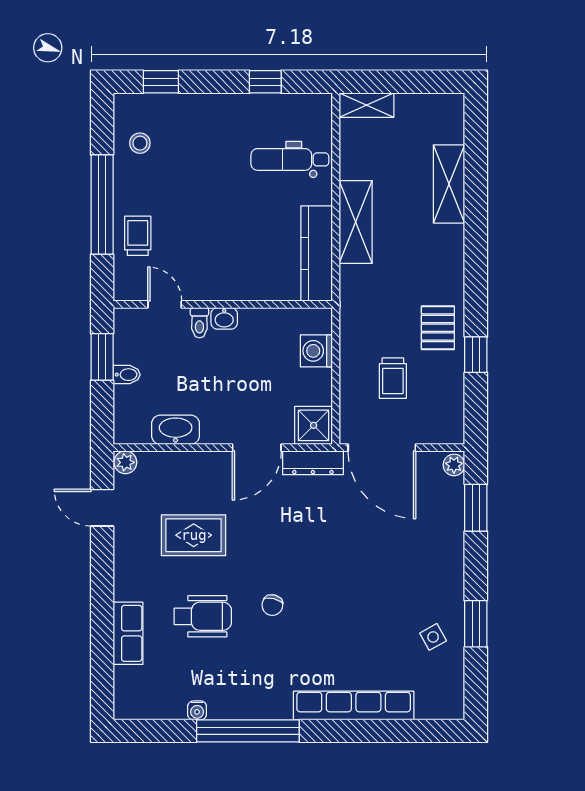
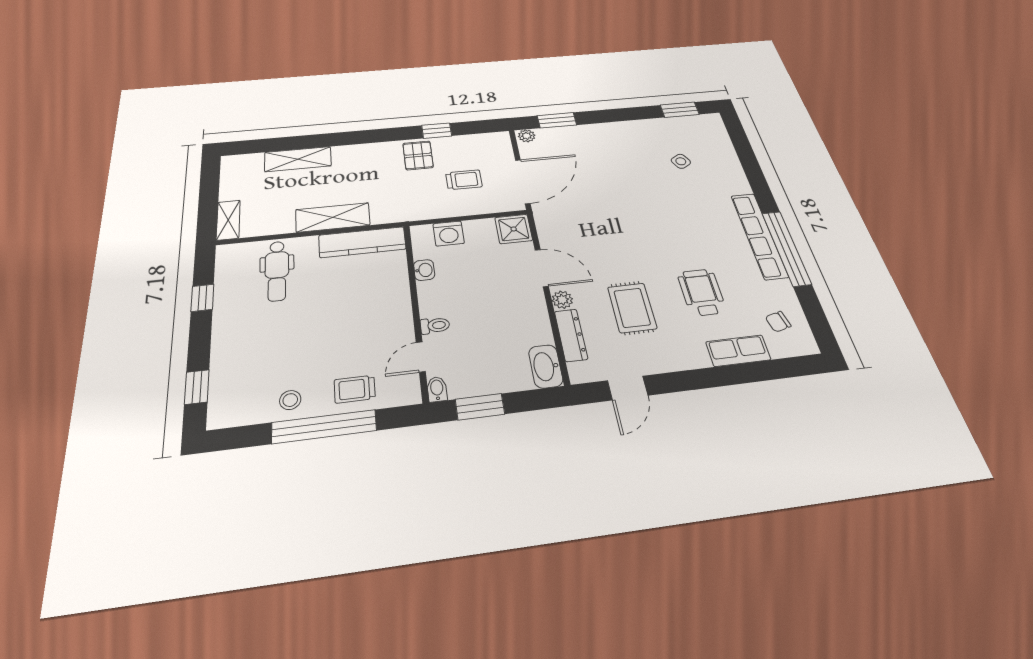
stool: (140, 143) -> (290, 400), moved
washbasin: (224, 318) -> (424, 270), moved
pallet: (438, 328) -> (418, 155), turned 90
bidet: (127, 375) -> (437, 389), moved
washbasin: (176, 430) -> (546, 366), moved
plant: (125, 462) -> (562, 300), moved
dresser: (313, 463) -> (571, 335), moved
chair: (272, 605) -> (778, 322), moved, turned 152
window: (476, 624) -> (680, 110), moved
side table: (433, 637) -> (681, 161), moved
row of seats: (354, 706) -> (759, 236), moved
water cooler: (197, 710) -> (785, 287), removed

